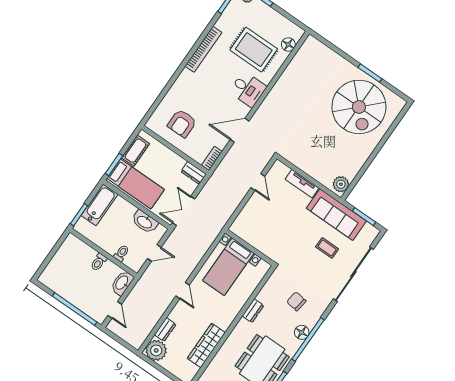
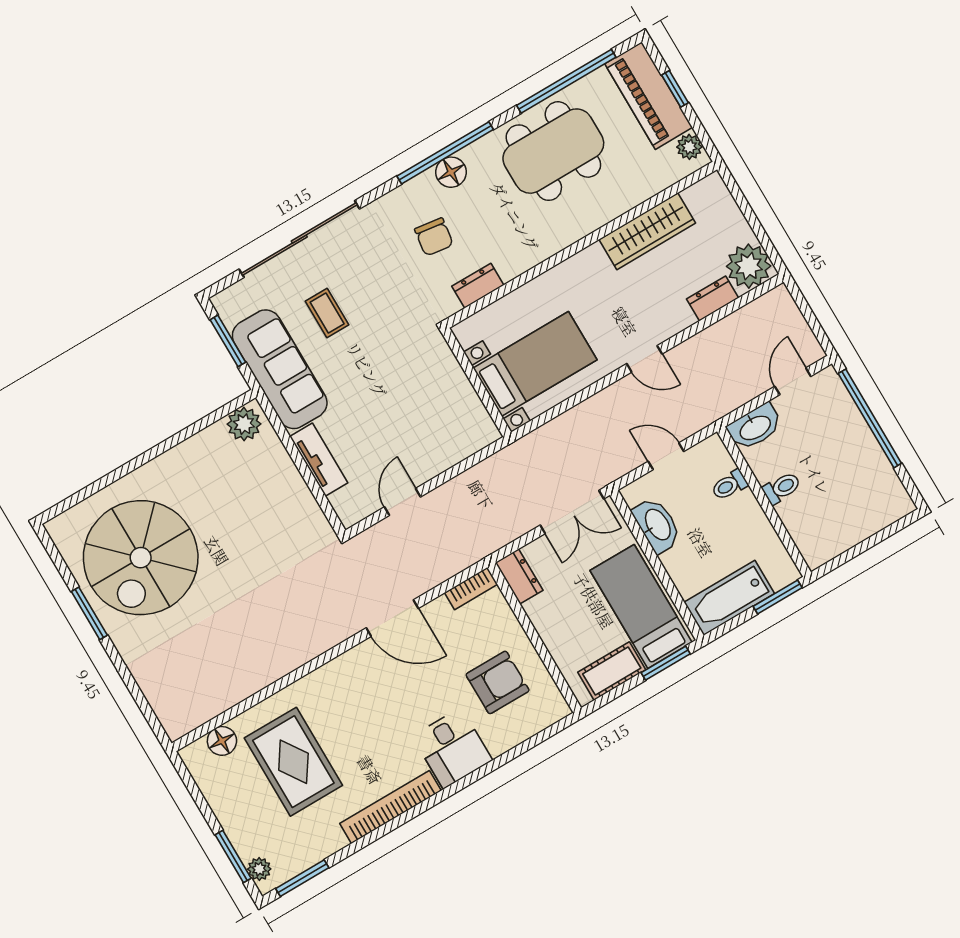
desk: (248, 89) -> (452, 748), moved, turned 180
spiral stairs: (359, 107) -> (141, 558), turned 180
door: (183, 290) -> (644, 359), swing flipped
dresser: (253, 311) -> (478, 286), moved

